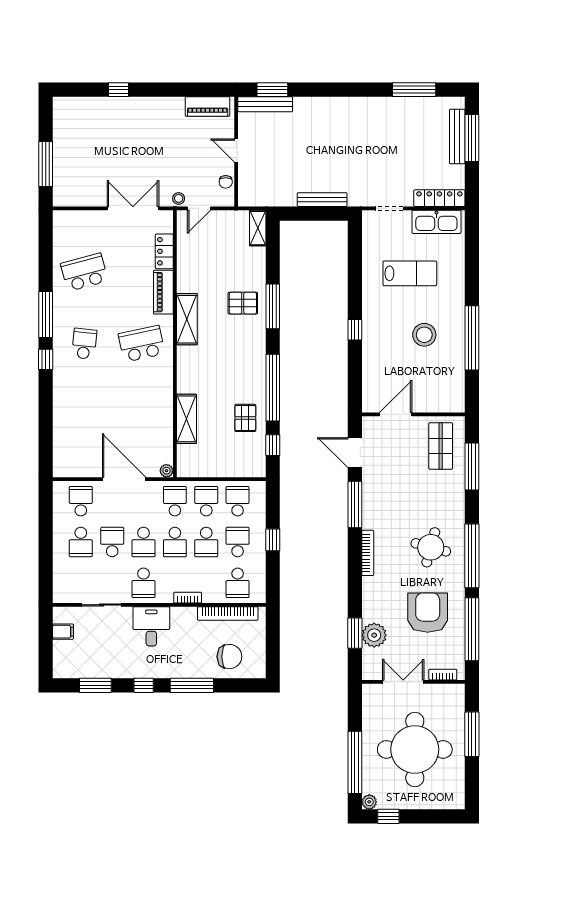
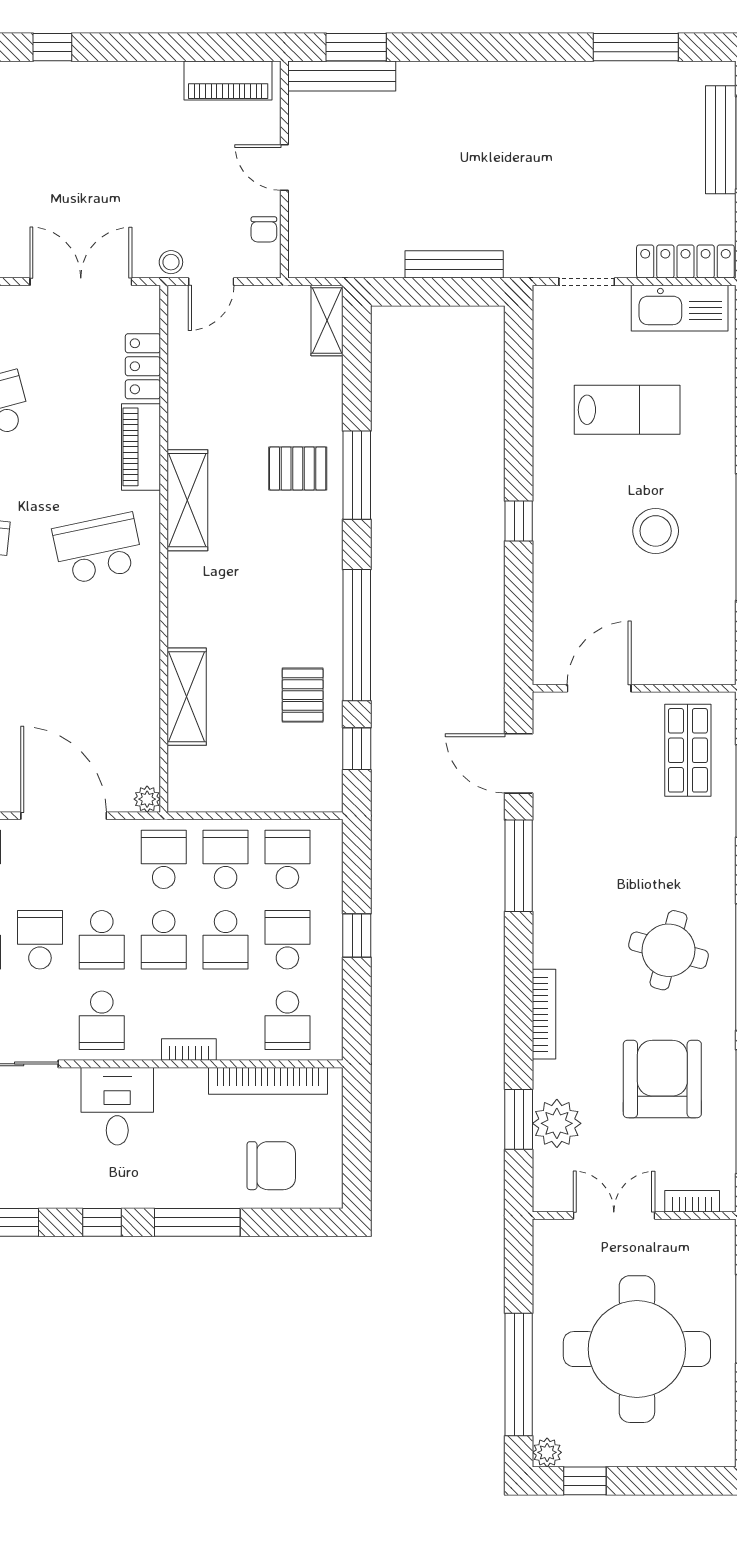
bookcase: (368, 553) -> (544, 1014), moved

